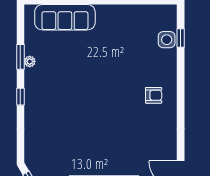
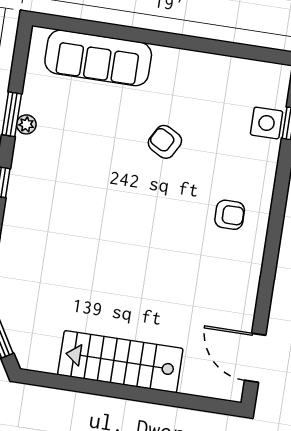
armchair: (110, 59) -> (165, 142), added

